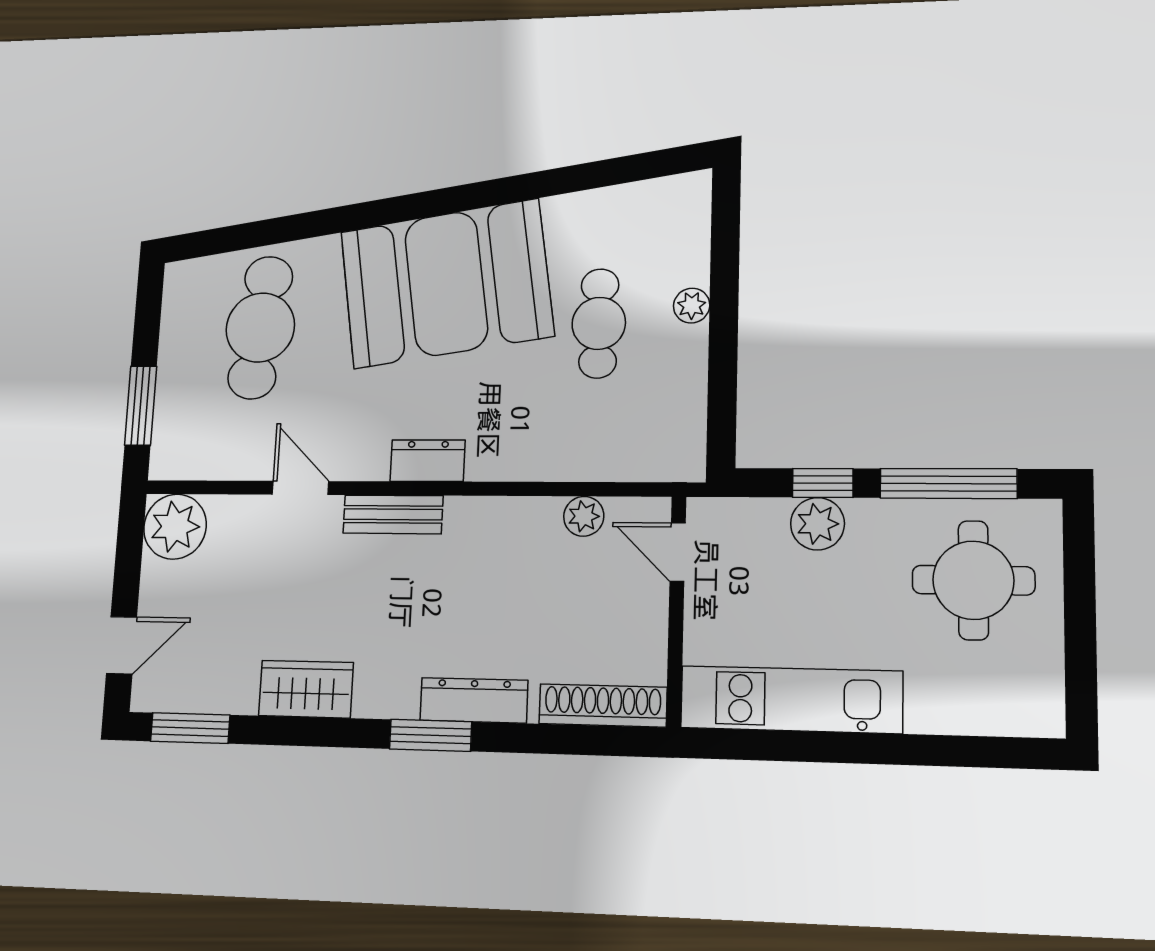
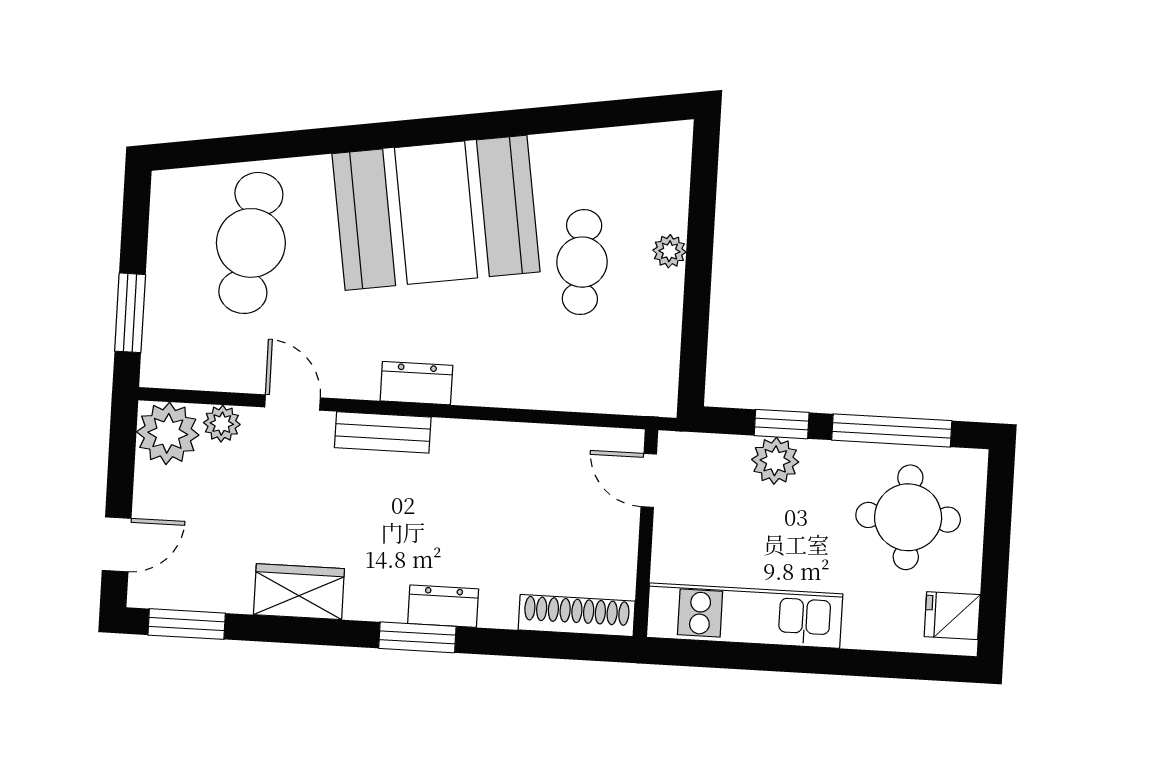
plant: (584, 516) -> (222, 424), moved
fridge: (1033, 692) -> (952, 616), added
dresser: (474, 700) -> (443, 606), width x0.70

